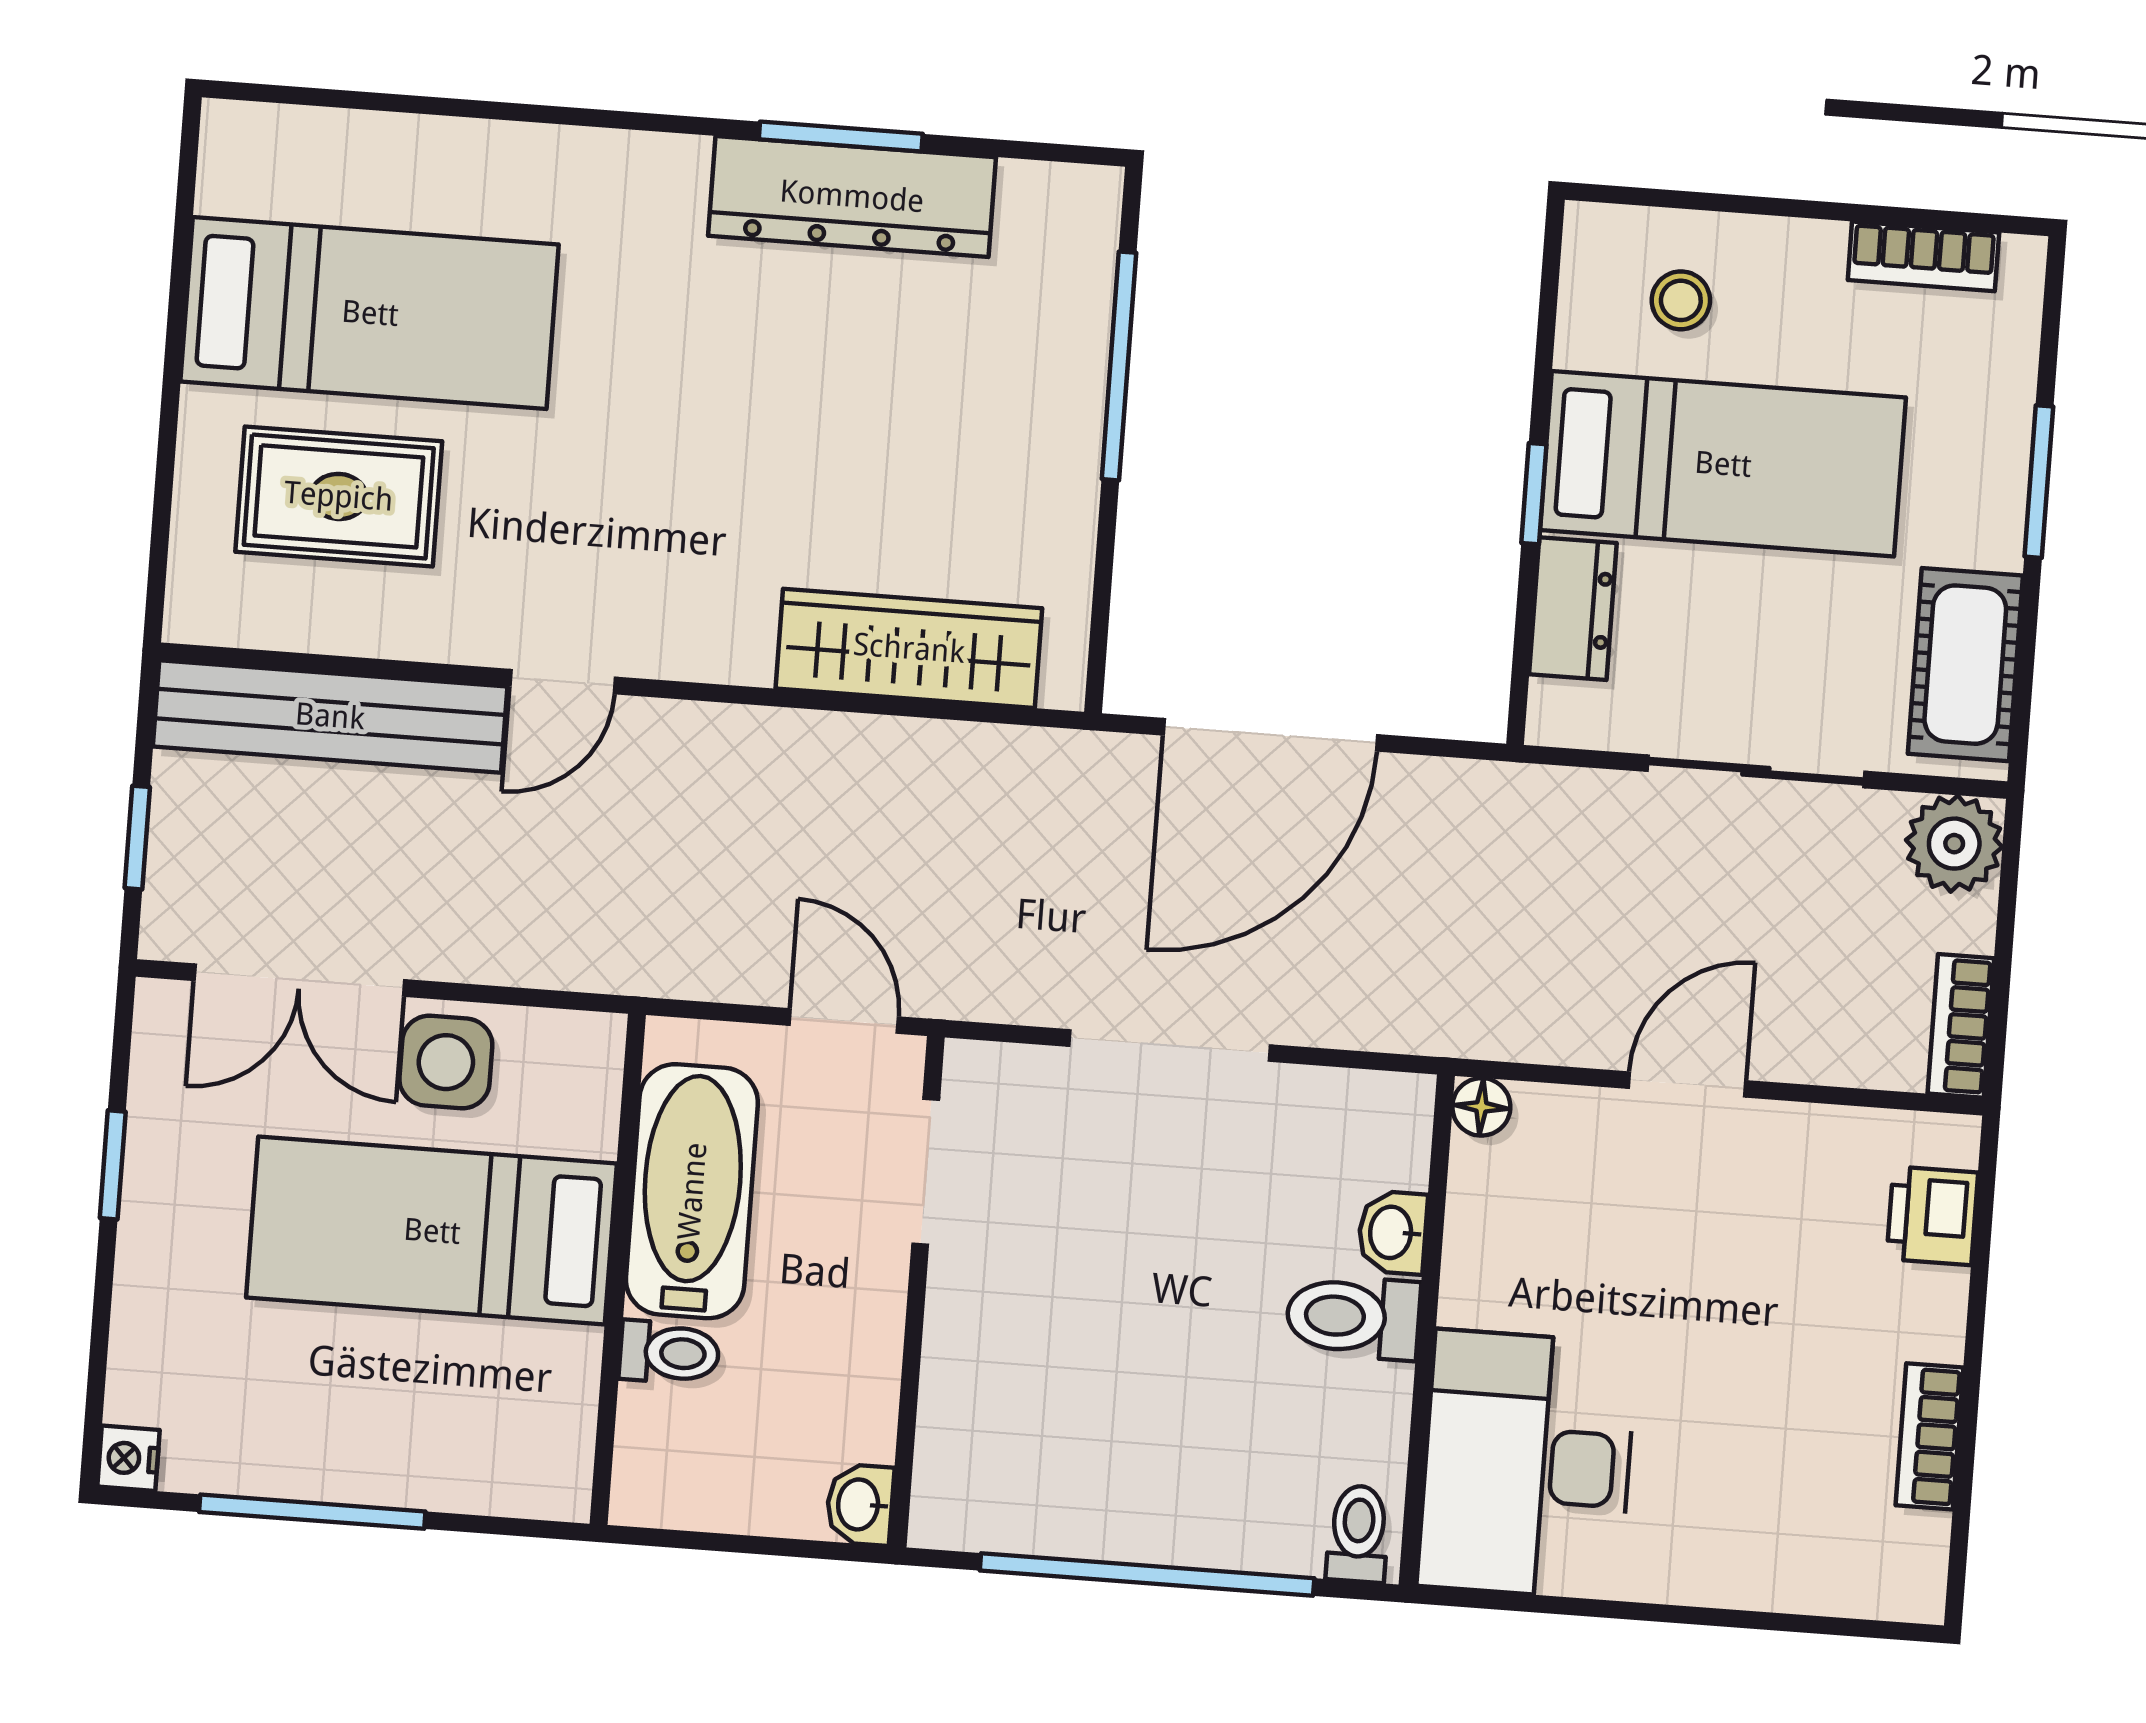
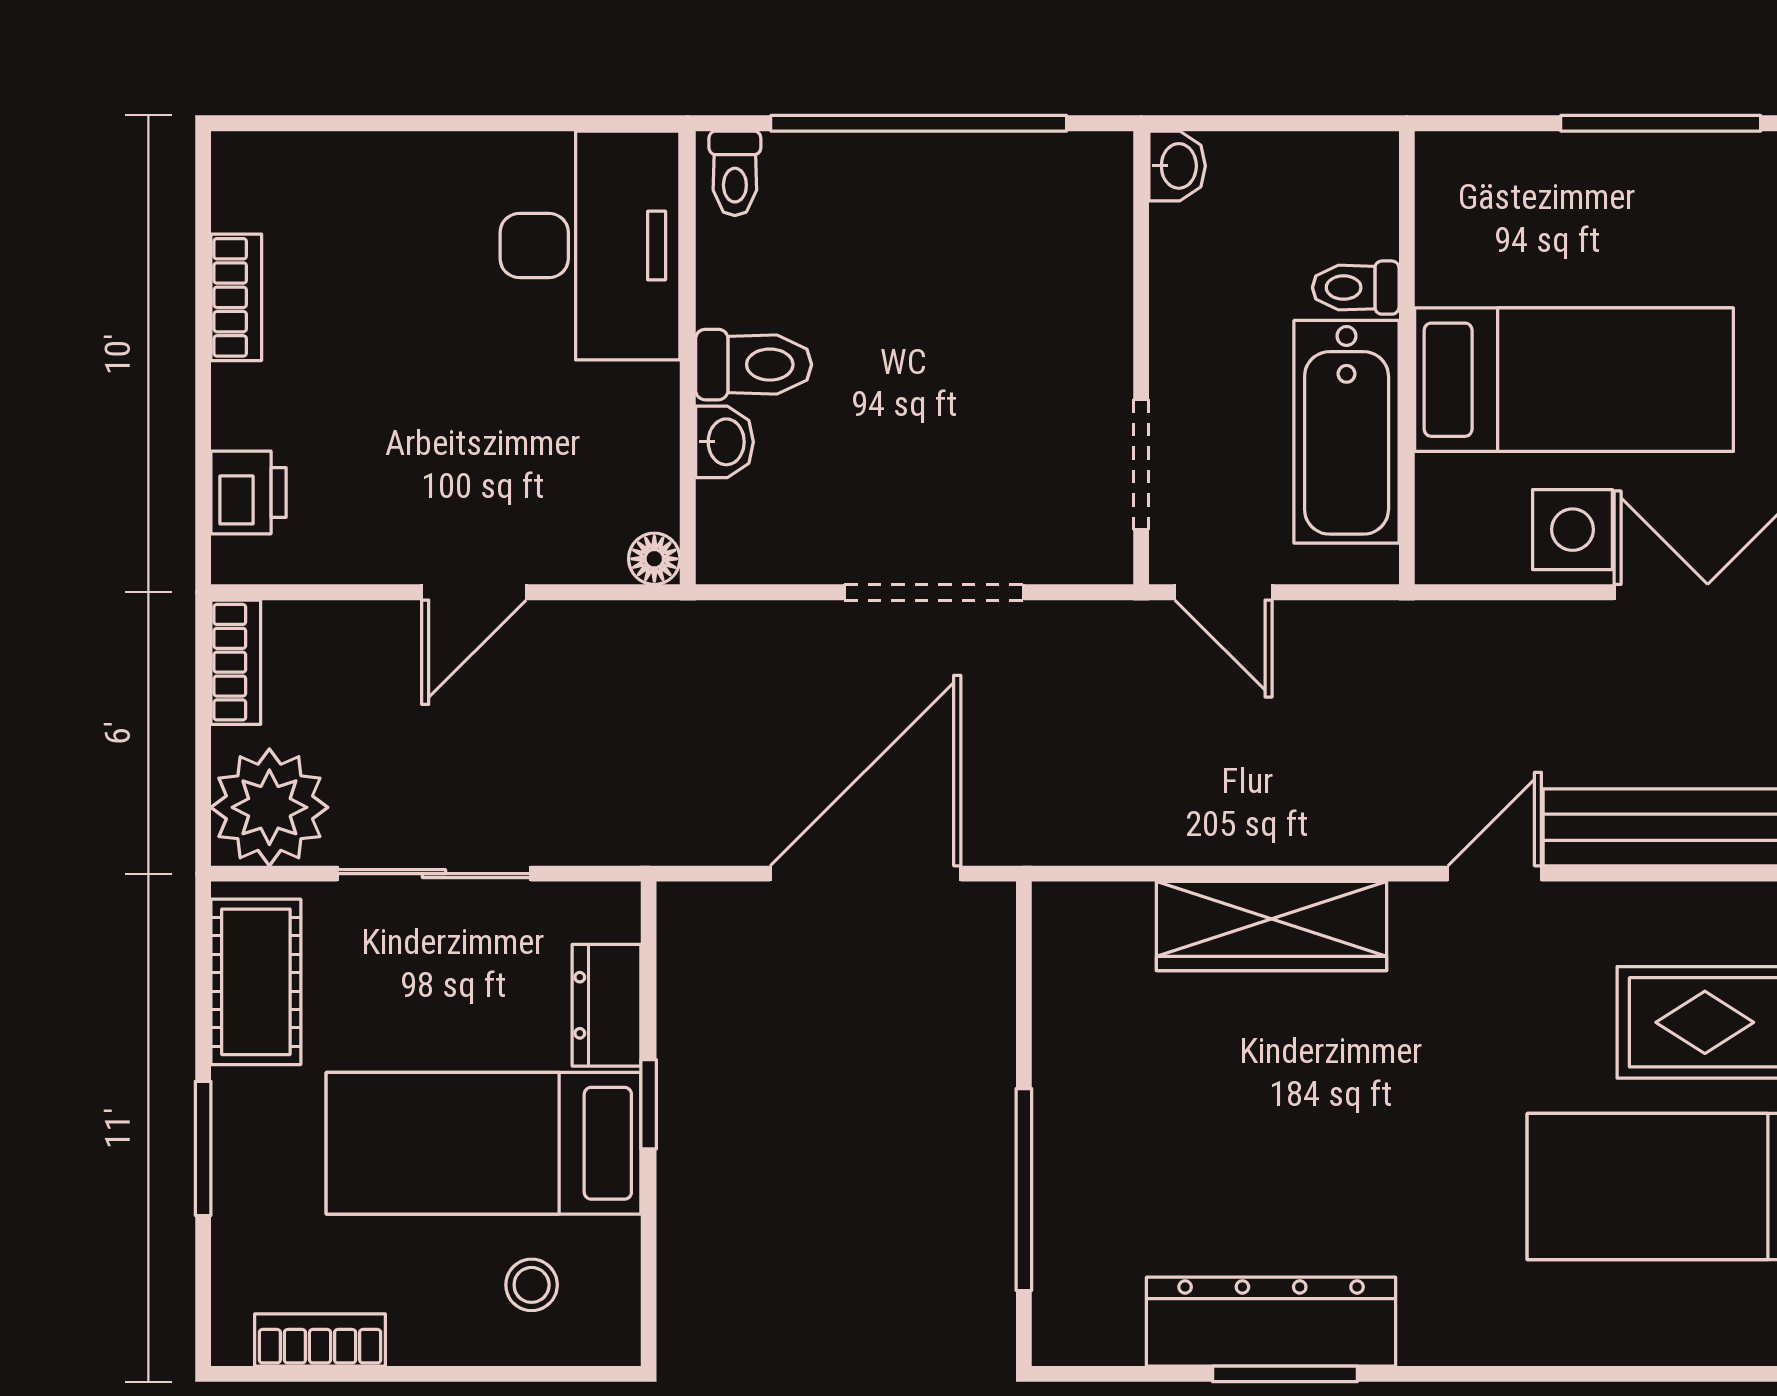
wardrobe: (909, 648) -> (1272, 926), moved
plant: (1954, 844) -> (269, 807), width x1.36, depth x1.36

